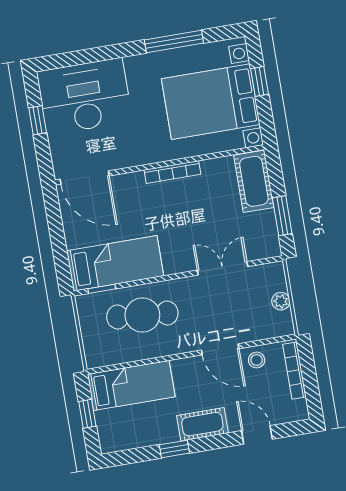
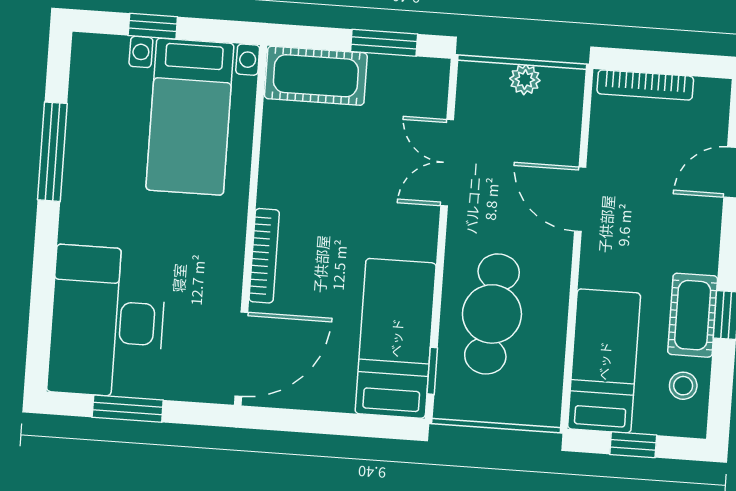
bed with nightstands: (211, 102) -> (190, 117), width x0.73
window: (38, 120) -> (128, 409), width x1.50
bookcase: (172, 172) -> (264, 256), moved
door: (220, 349) -> (580, 199), swing flipped
stool: (257, 360) -> (683, 386), moved
cot: (202, 424) -> (693, 315), moved

